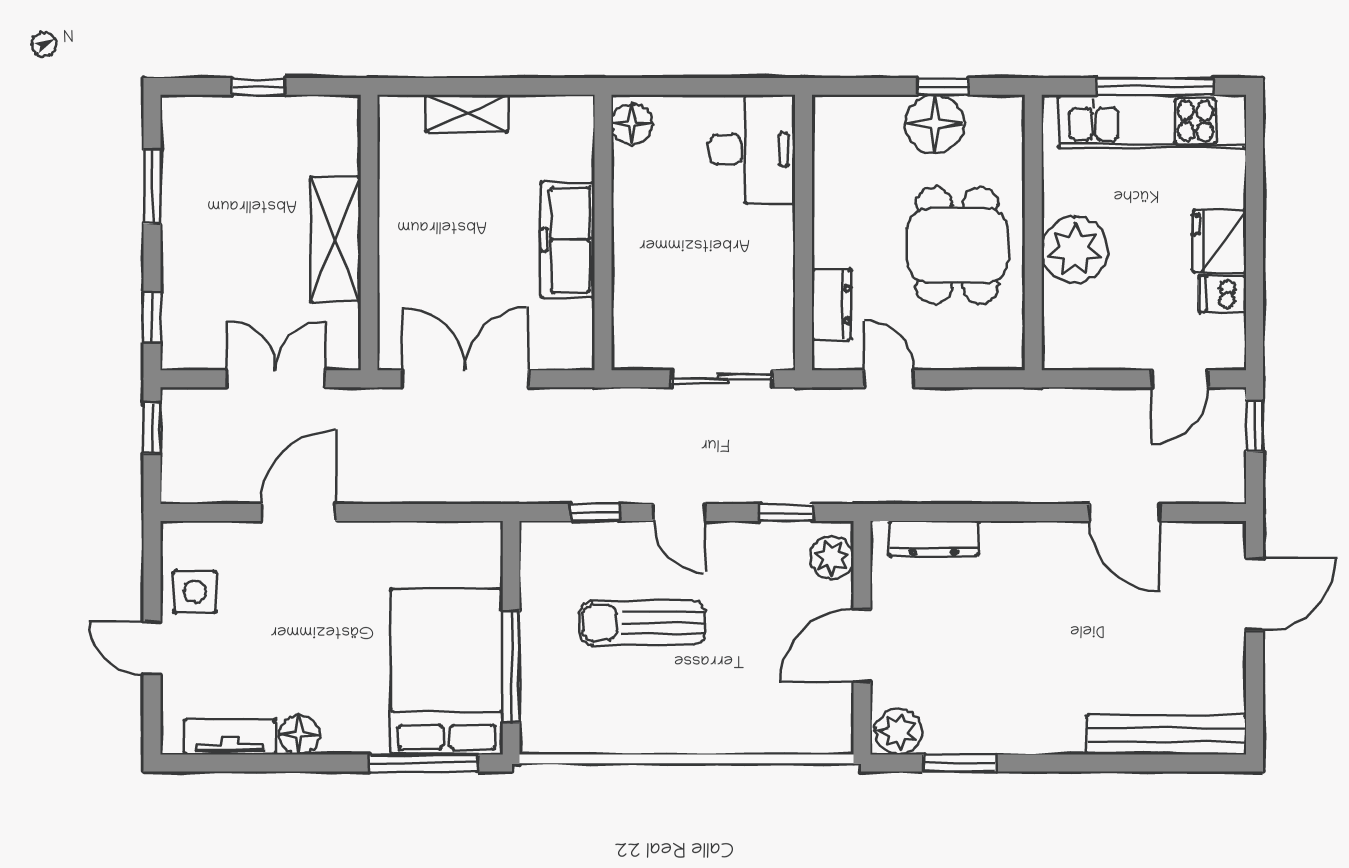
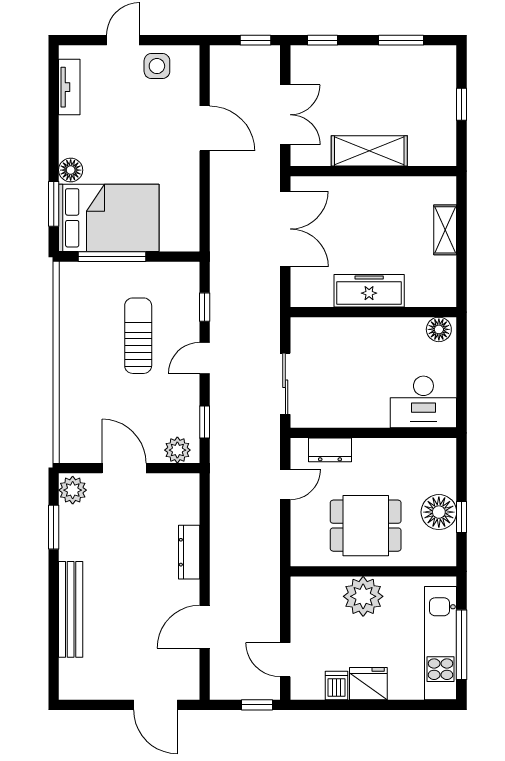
dresser: (934, 538) -> (189, 552), moved
floor lamp: (299, 735) -> (71, 170), moved
bench: (1167, 735) -> (71, 609), moved
window: (424, 763) -> (54, 204), width x0.69

